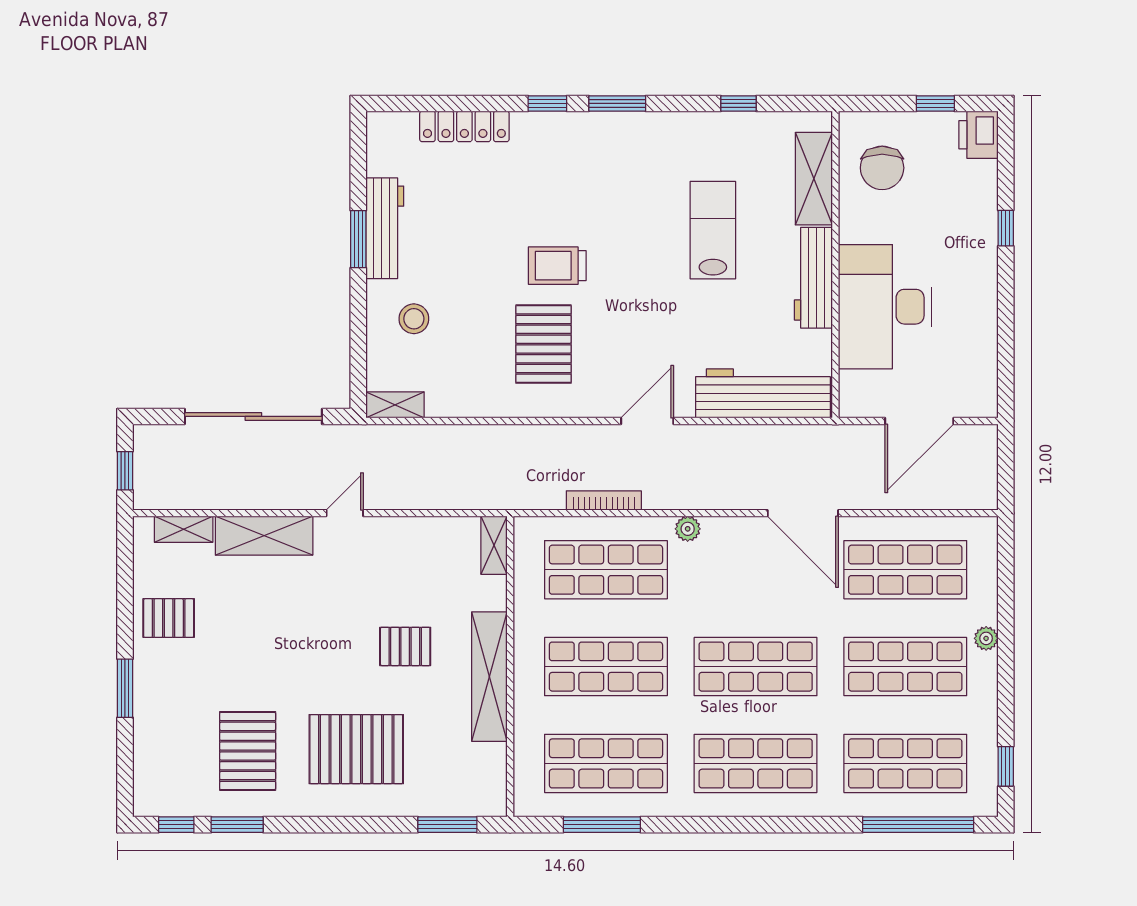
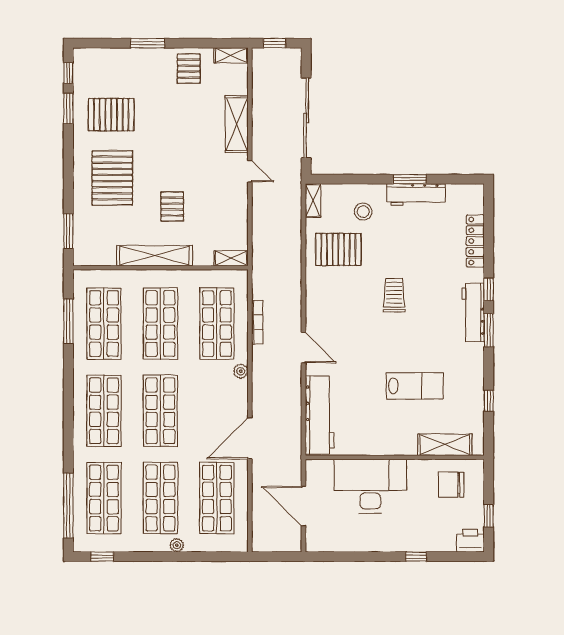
workbench: (813, 278) -> (473, 313), moved, turned -90
pallet: (544, 344) -> (338, 249), moved
shelving: (184, 529) -> (231, 55), moved, turned 90

